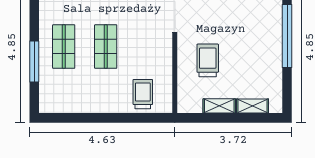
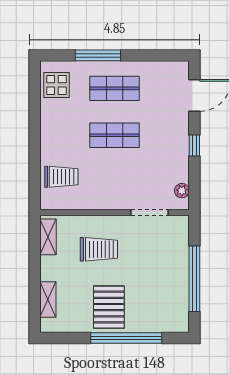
pallet: (259, 52) -> (109, 307), added
display table: (61, 98) -> (56, 85), added
shelving: (219, 106) -> (48, 237), moved

